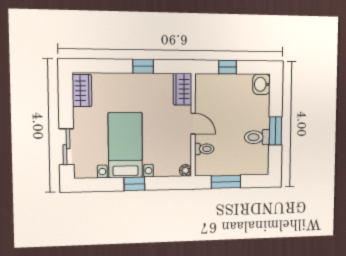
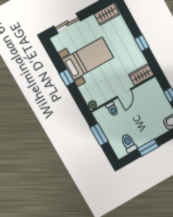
toilet: (257, 137) -> (129, 143), moved

